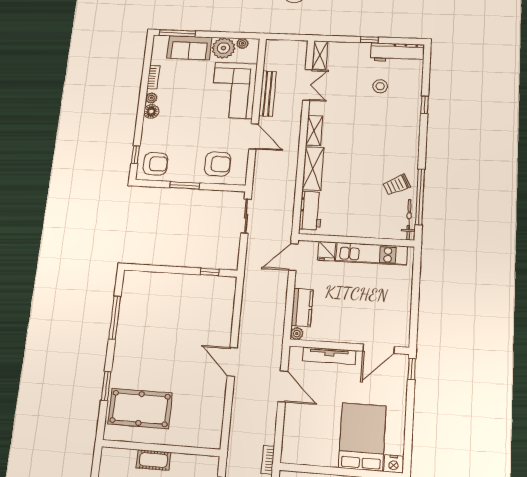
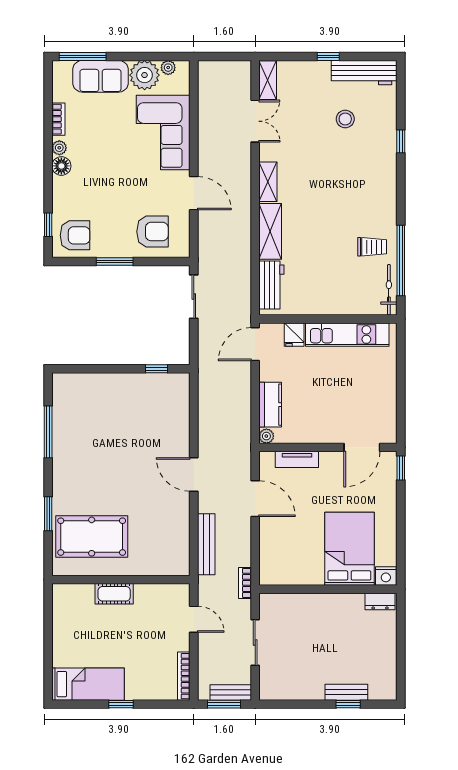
bench: (268, 94) -> (206, 544), moved
trolley: (397, 185) -> (372, 247), turned -153
tv unit: (329, 356) -> (297, 459), width x0.71

